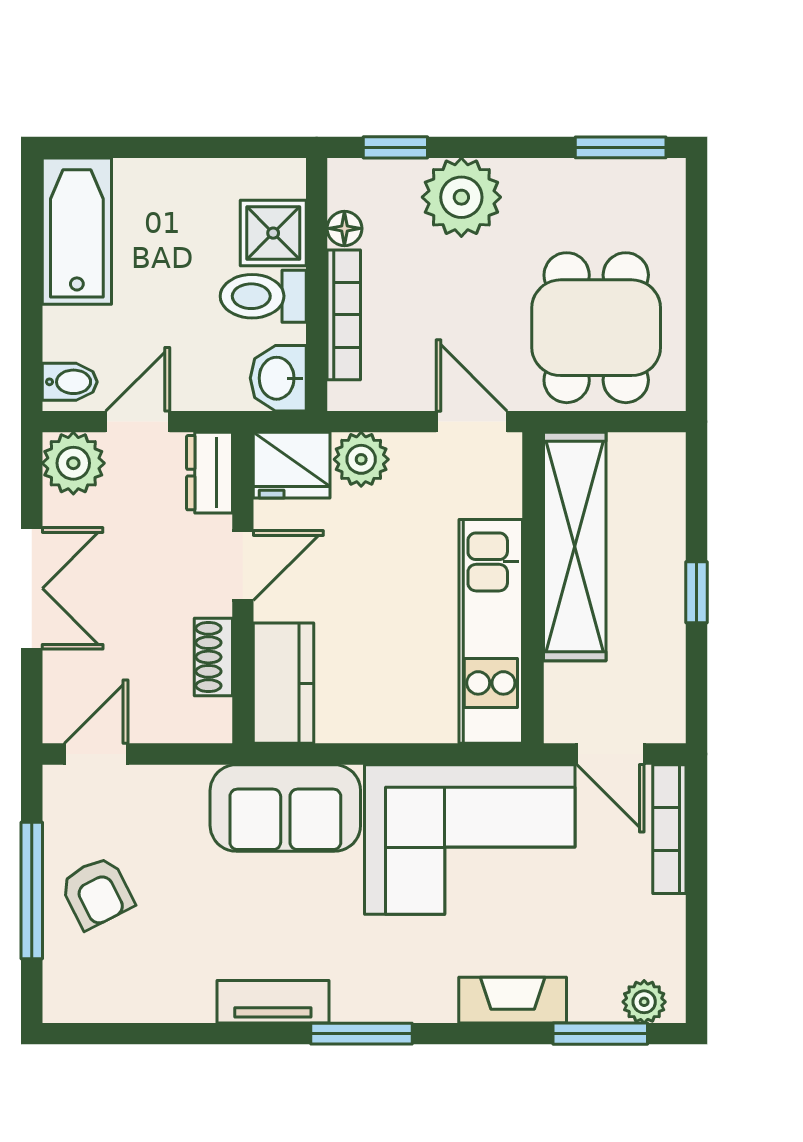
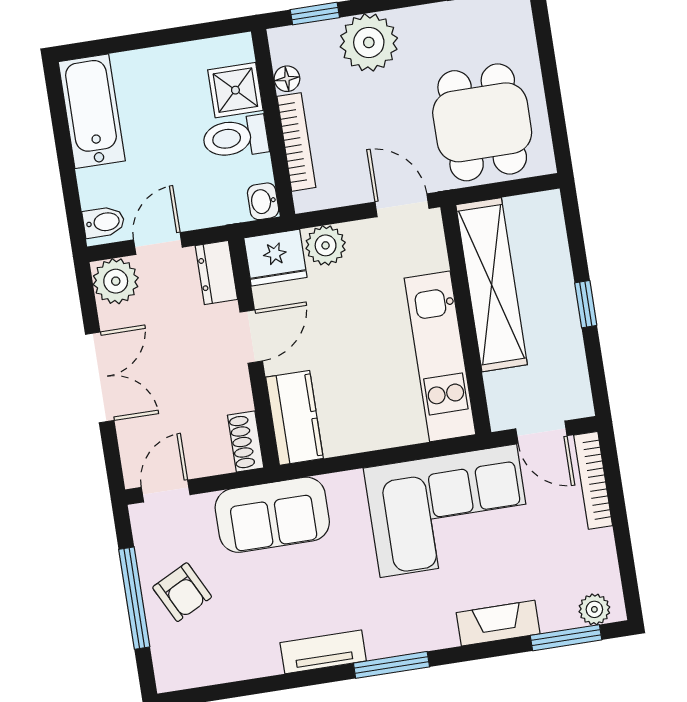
washbasin: (278, 378) -> (263, 201), width x0.72, depth x0.69
shoe rack: (213, 657) -> (246, 441), moved
sofa: (285, 808) -> (272, 515), moved

